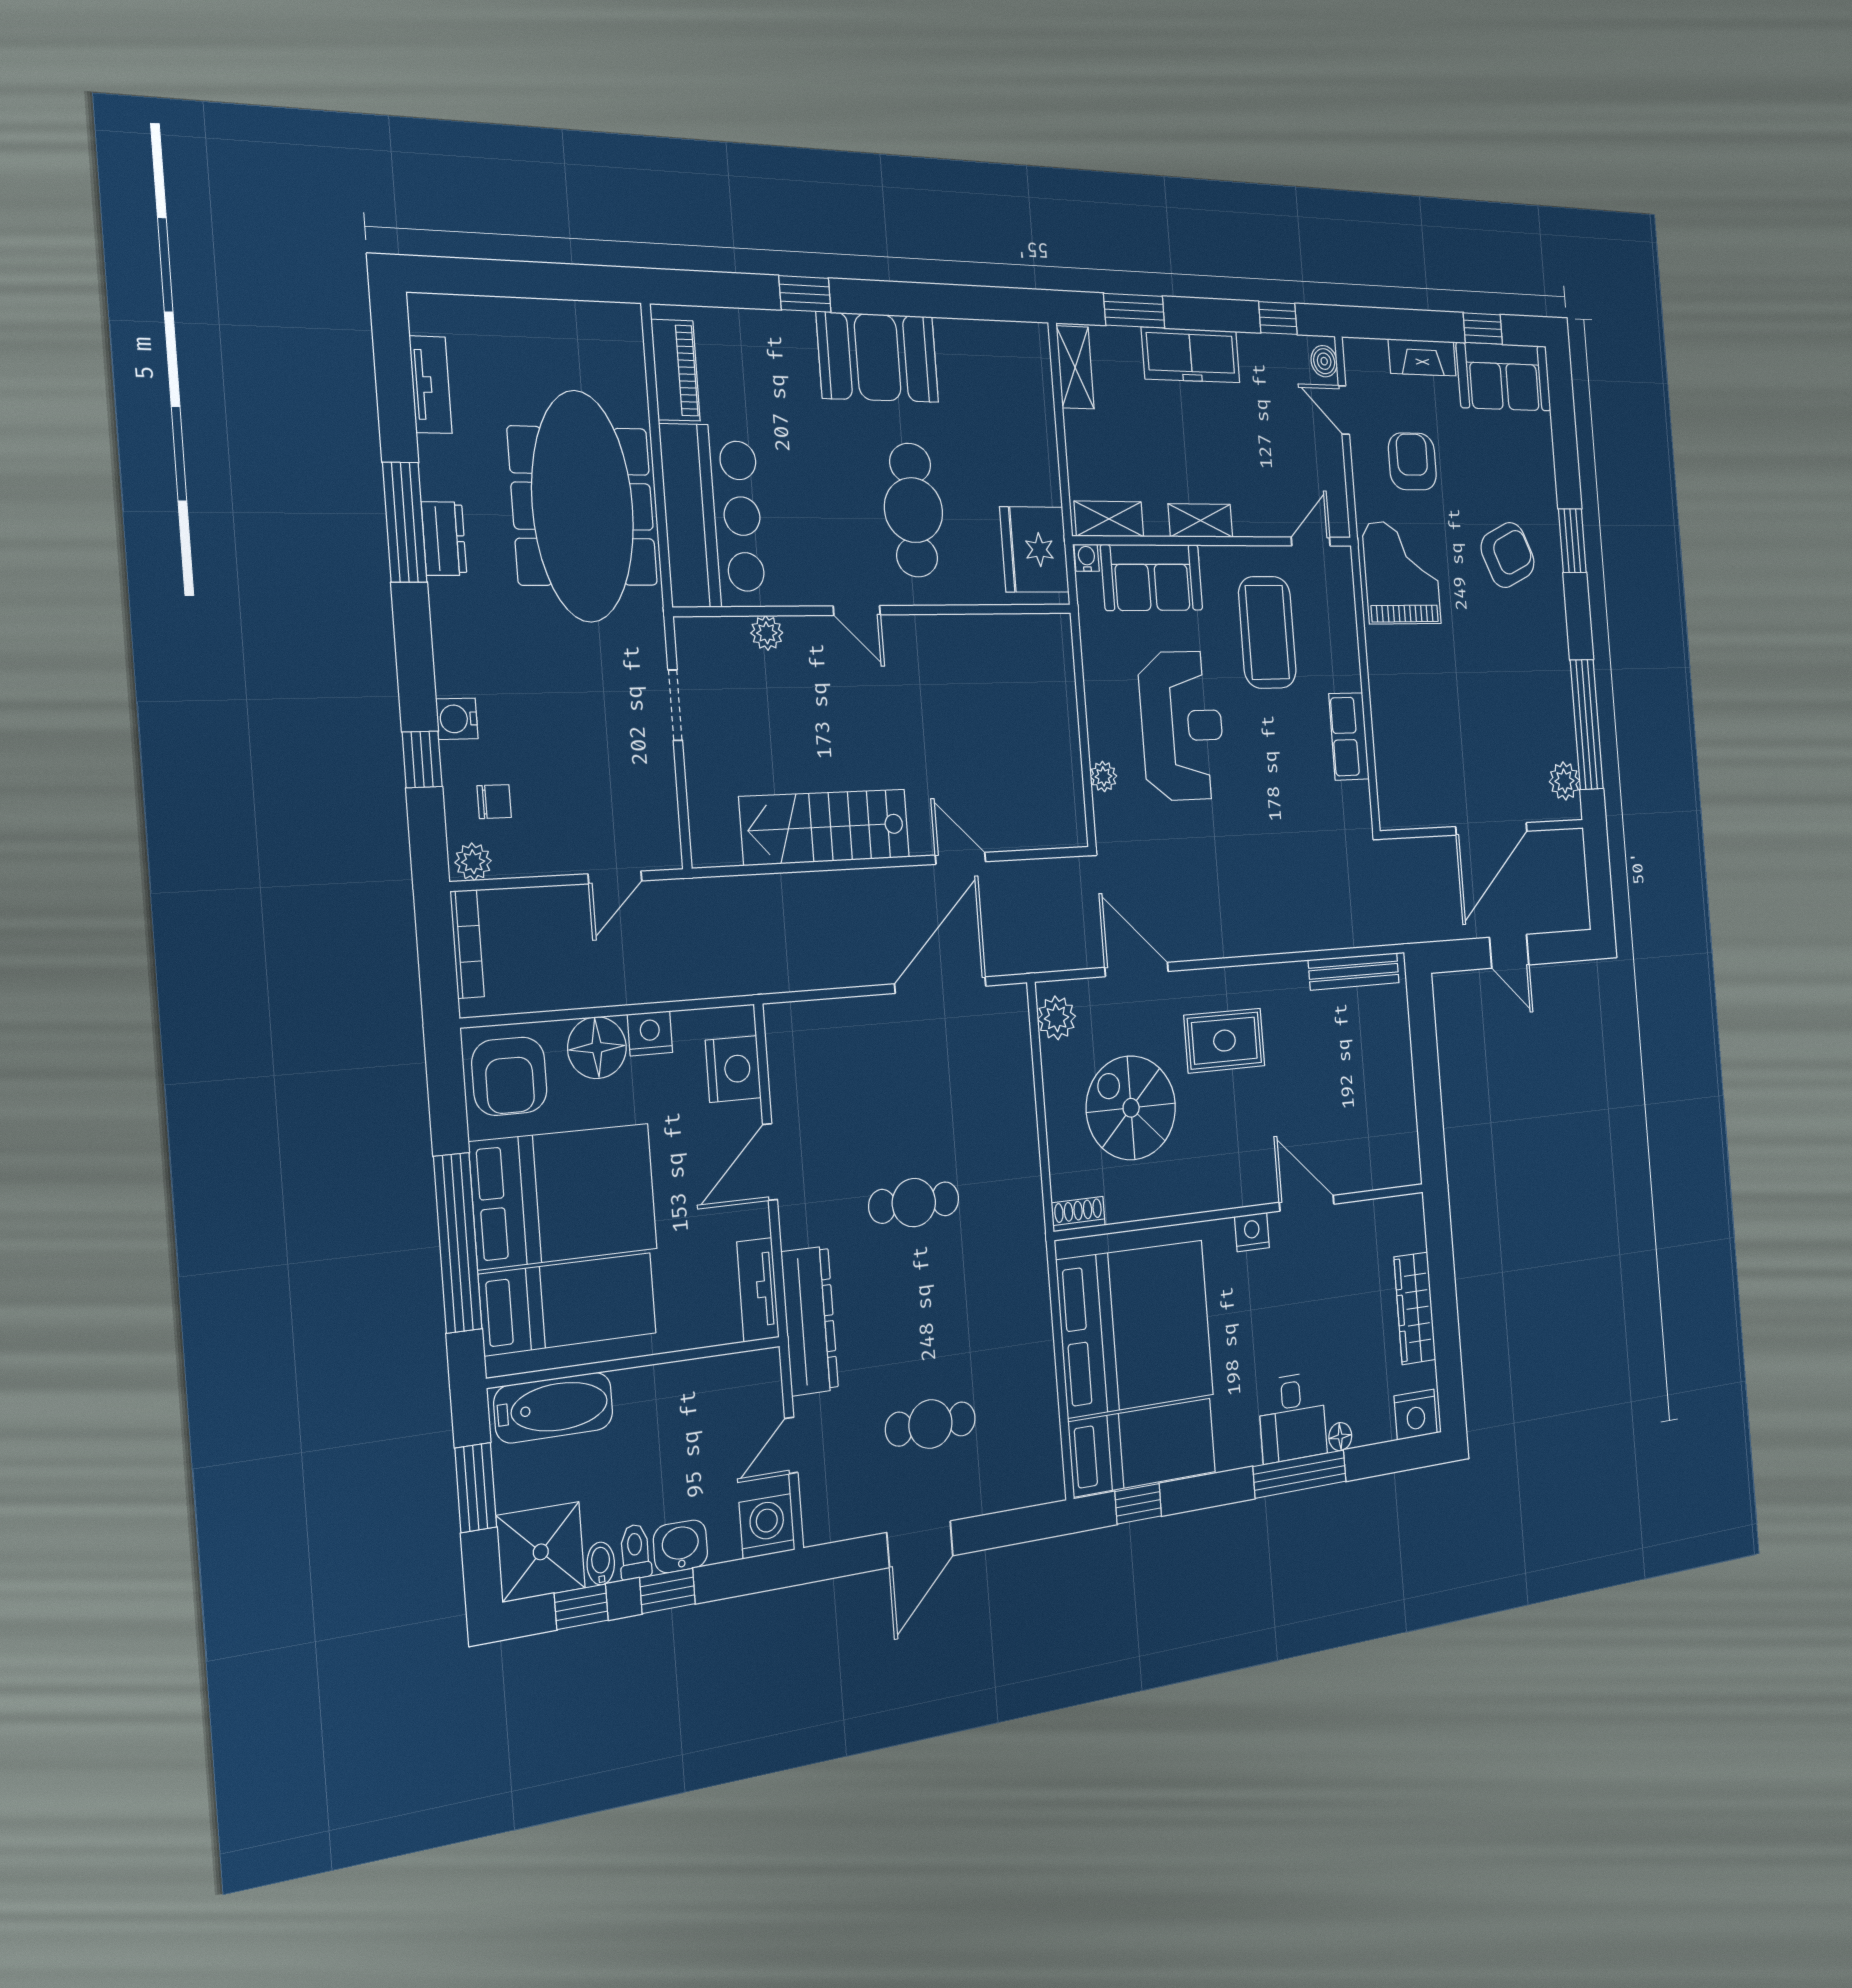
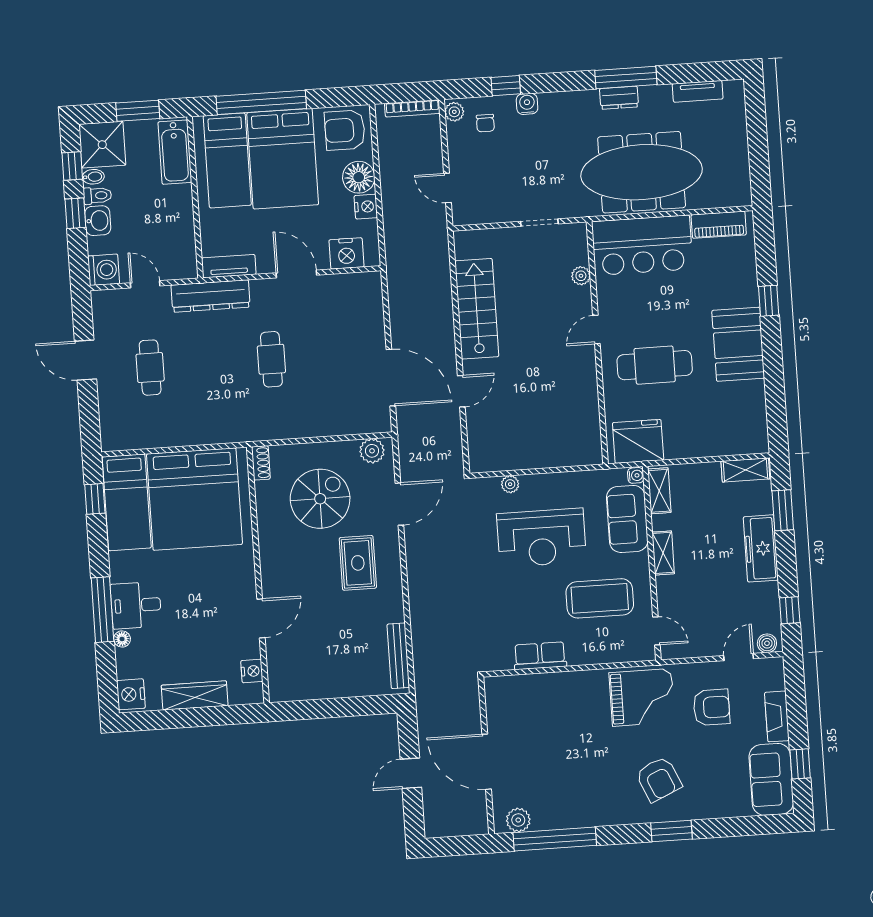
nightstand: (1252, 1232) -> (252, 671), moved

